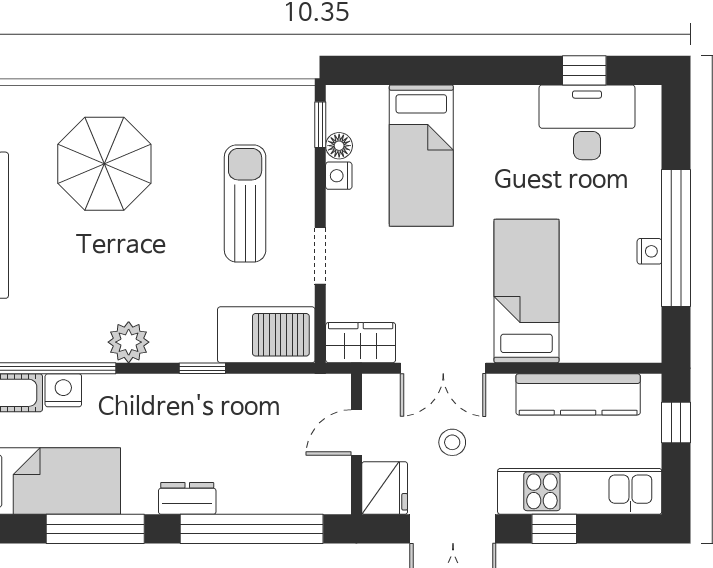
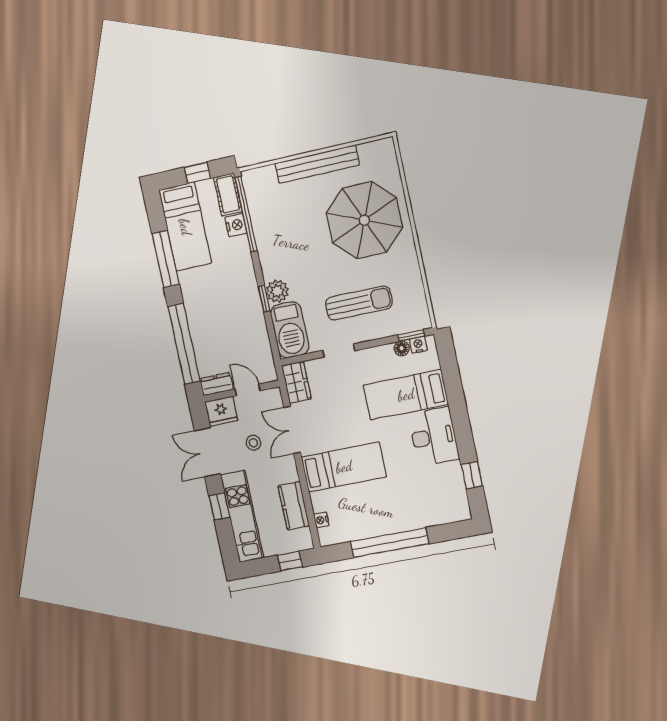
desk: (587, 122) -> (434, 437), moved
parasol: (104, 164) -> (364, 220), width x1.36, depth x1.36
nightstand: (339, 176) -> (418, 345), moved
nightstand: (649, 251) -> (321, 520), moved, turned 90
plant: (129, 342) -> (277, 291), moved
kitchen counter: (578, 394) -> (294, 506), width x0.67
dresser: (187, 498) -> (217, 384), moved, turned -90

